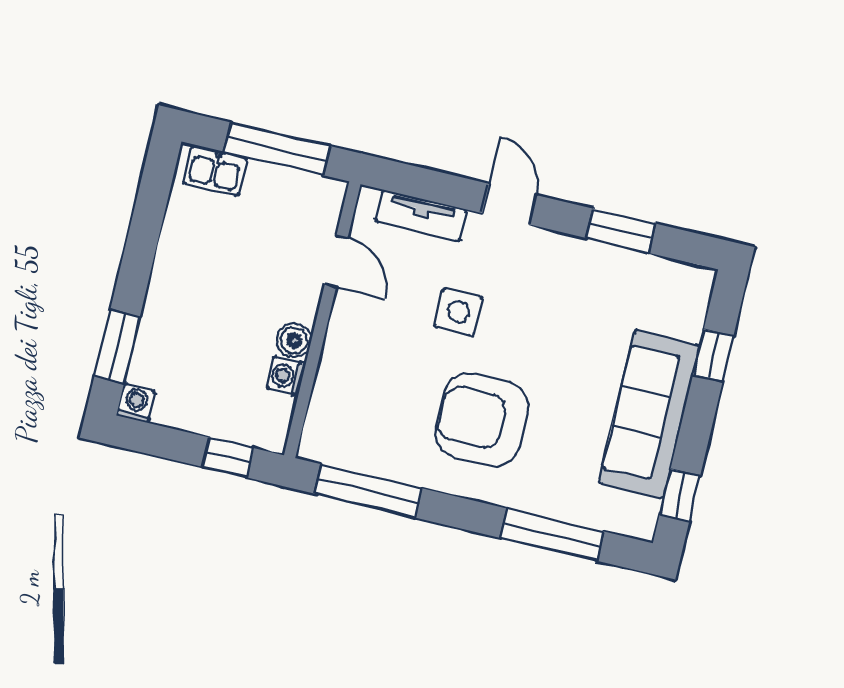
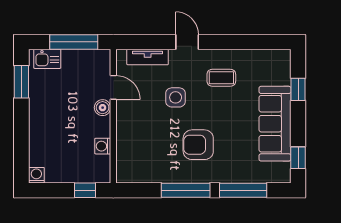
window: (620, 231) -> (241, 42), removed
coffee table: (562, 294) -> (221, 78), added
boiler: (294, 340) -> (103, 108), moved
window: (117, 346) -> (21, 82), moved
armchair: (482, 420) -> (198, 145), width x0.73, depth x0.73
window: (368, 491) -> (186, 190), moved

